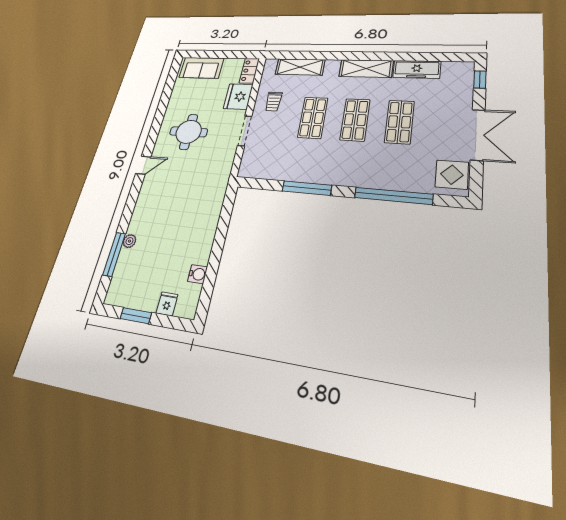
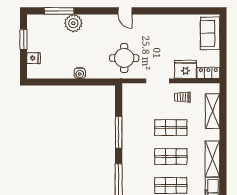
round table: (189, 132) -> (124, 58), moved
plant: (129, 241) -> (73, 23), width x1.88, depth x1.88
water cooler: (198, 274) -> (80, 73), moved

